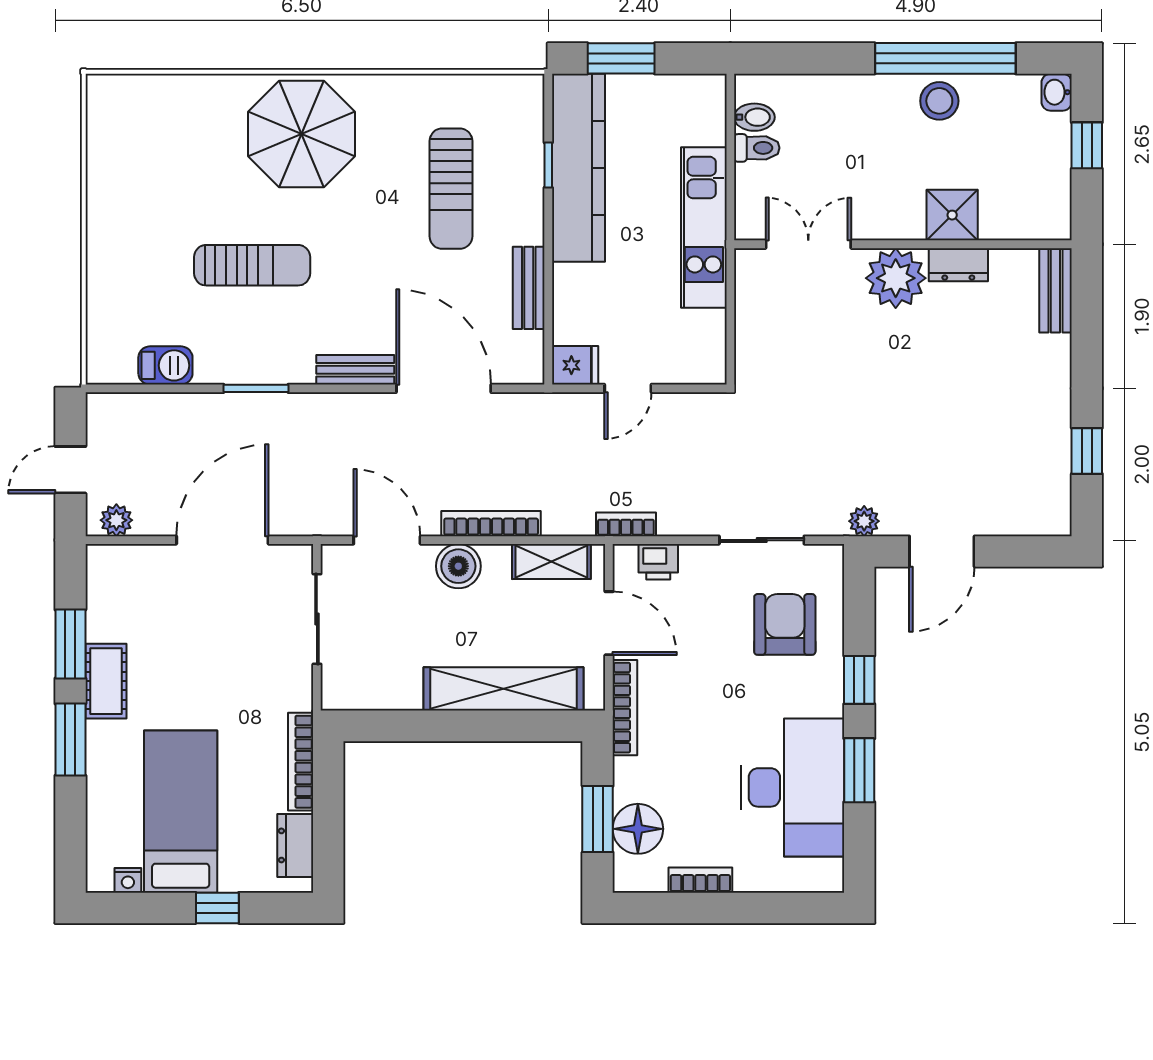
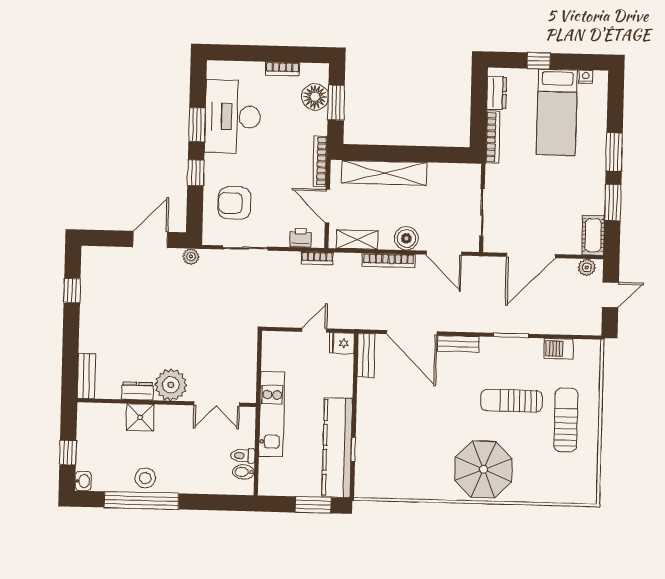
sun lounger: (451, 189) -> (566, 420), moved
bench: (529, 288) -> (366, 355), moved
armchair: (785, 624) -> (234, 203), turned 90
cot: (106, 681) -> (593, 235), moved

